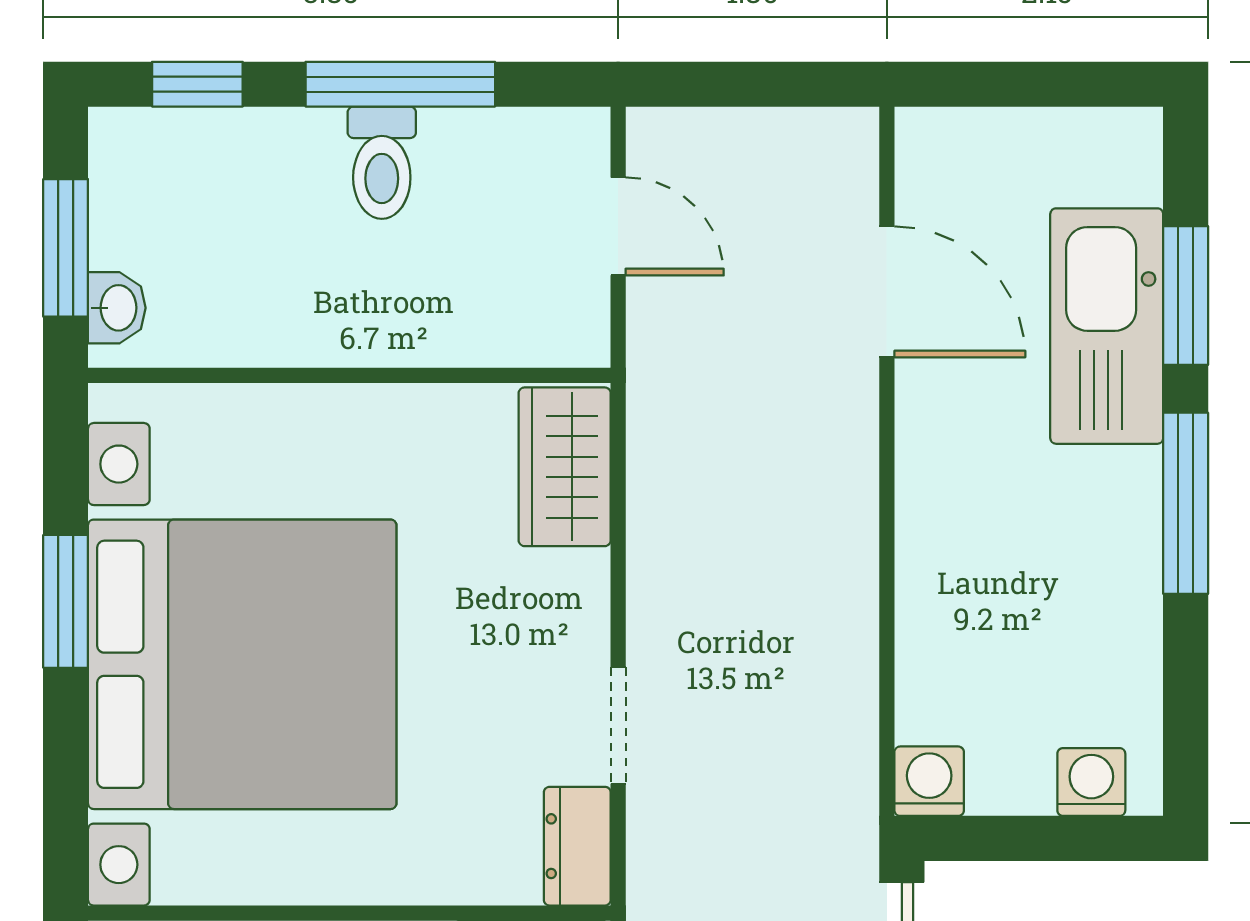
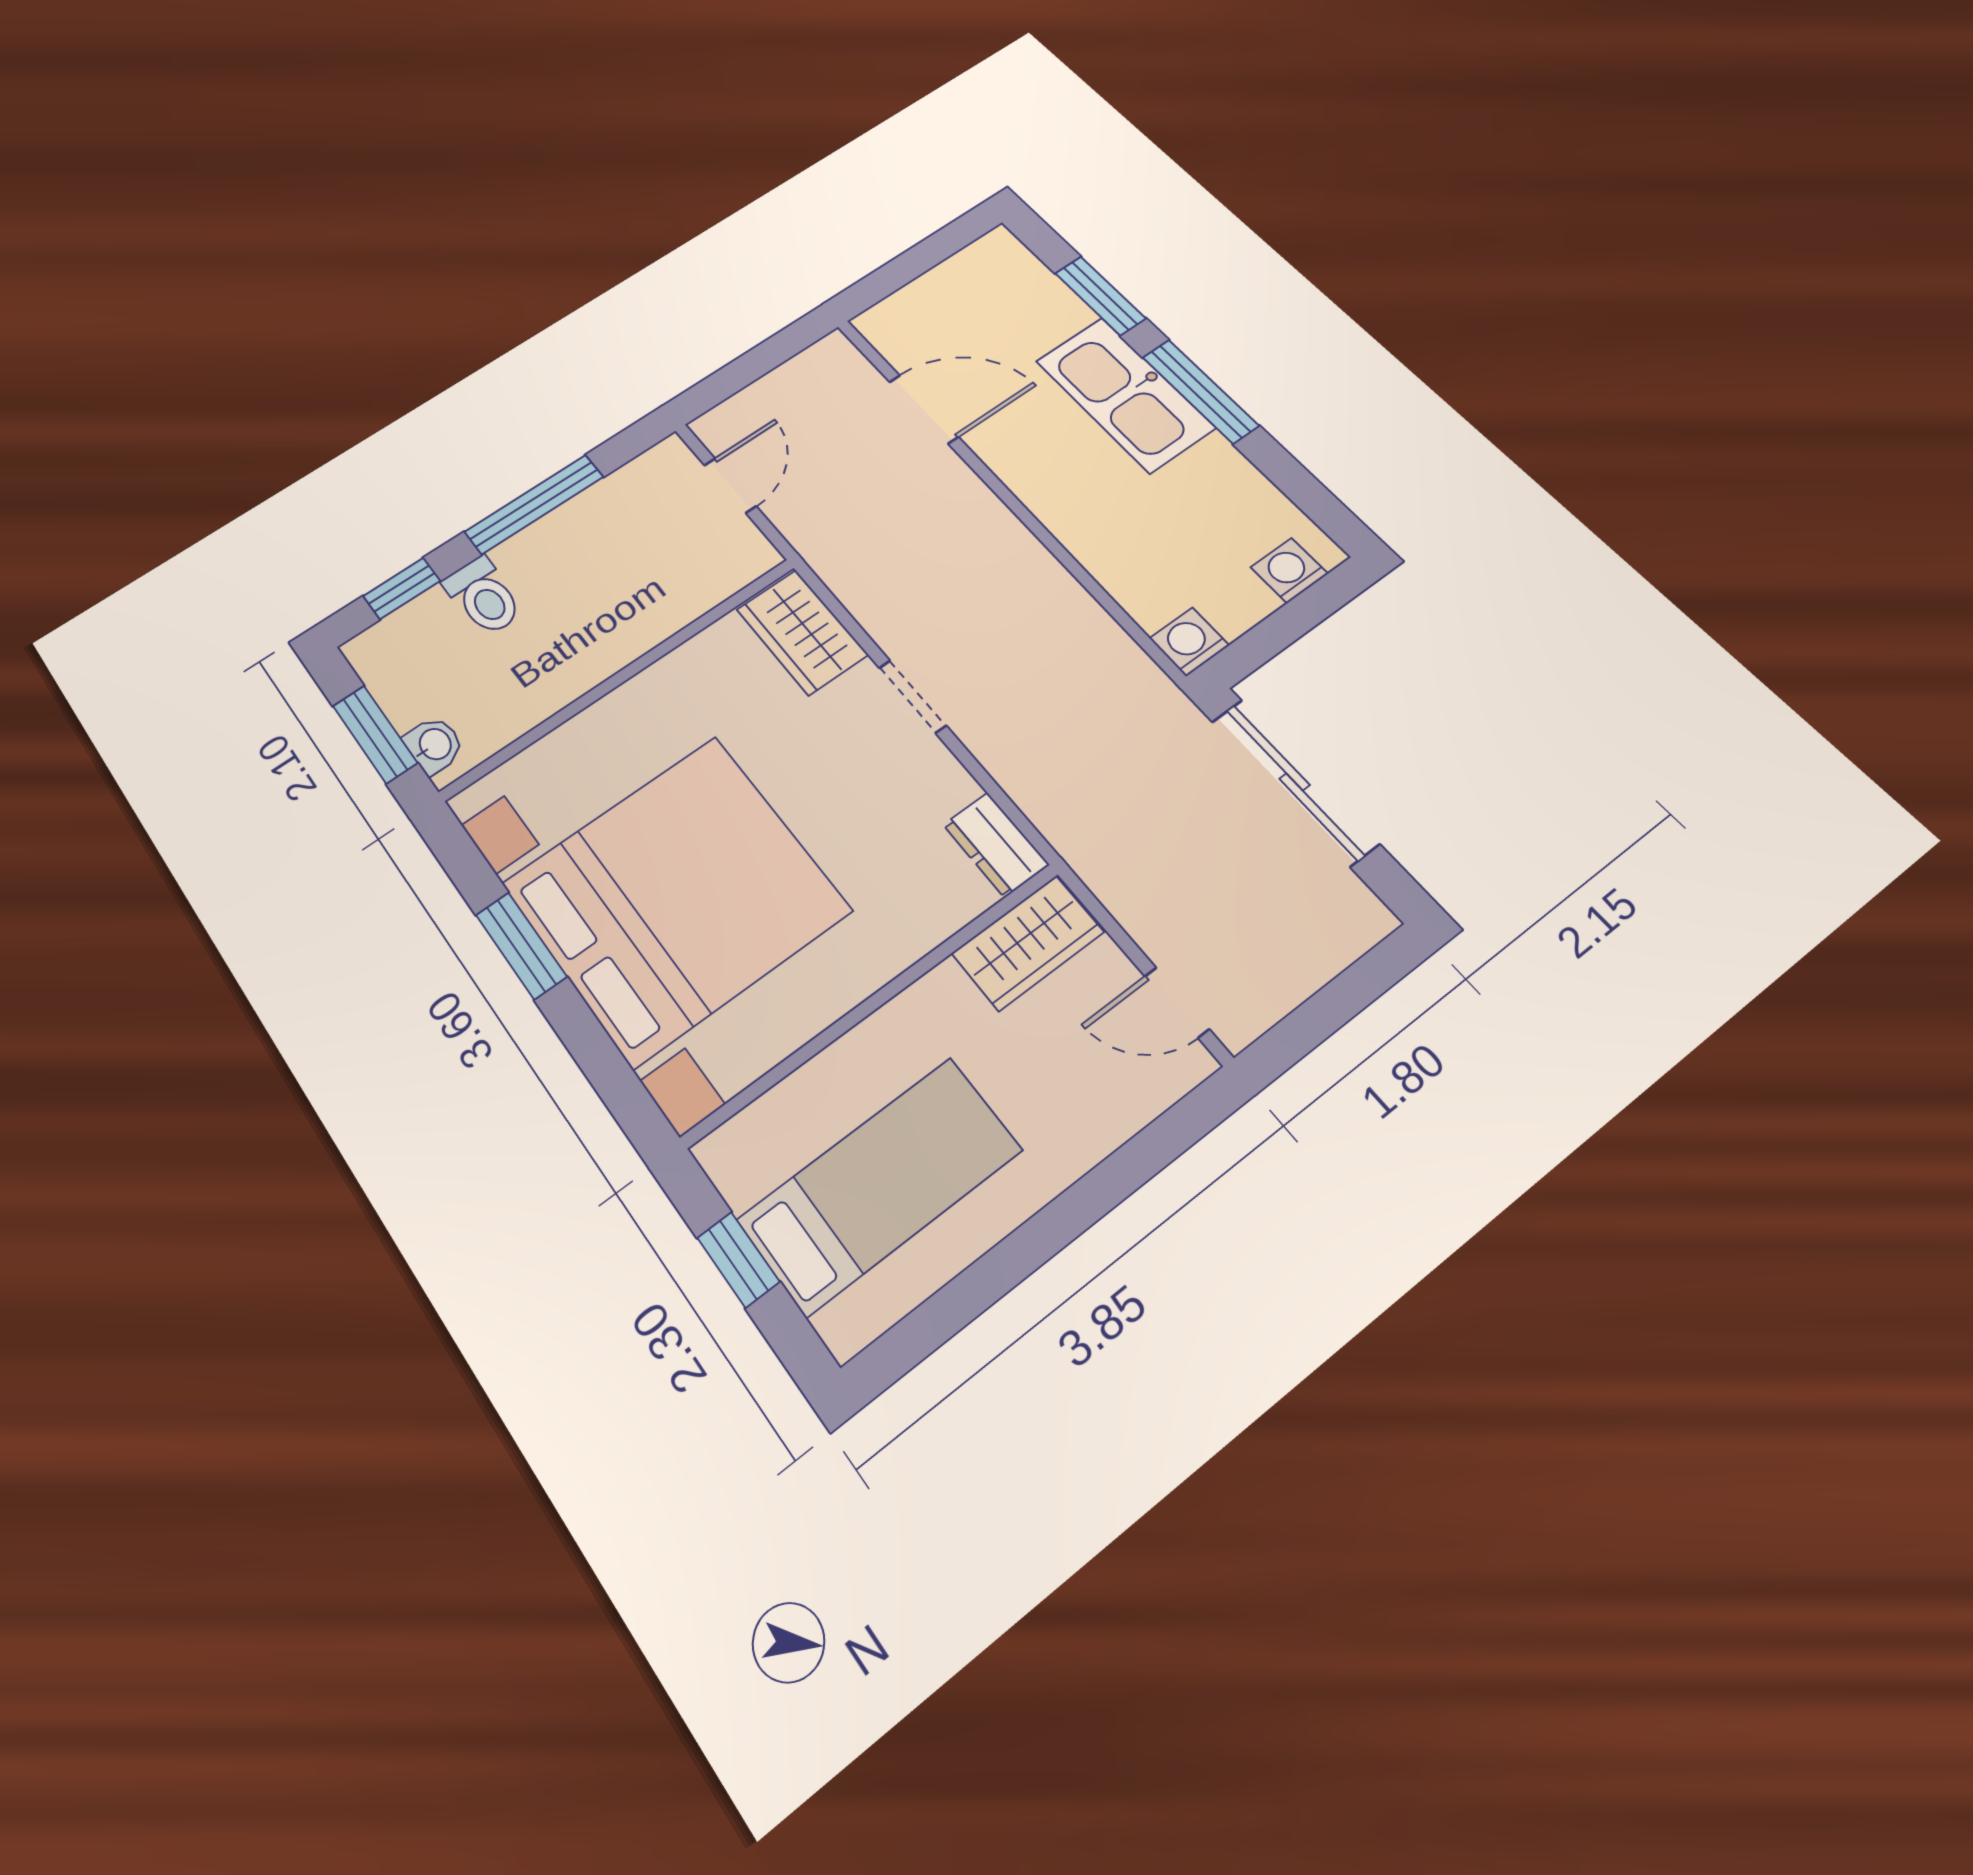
toilet: (382, 163) -> (483, 596), moved
door: (618, 226) -> (730, 486), hinge flipped
kitchen sink: (1107, 326) -> (1125, 394), moved
doorway: (618, 725) -> (913, 697), moved

